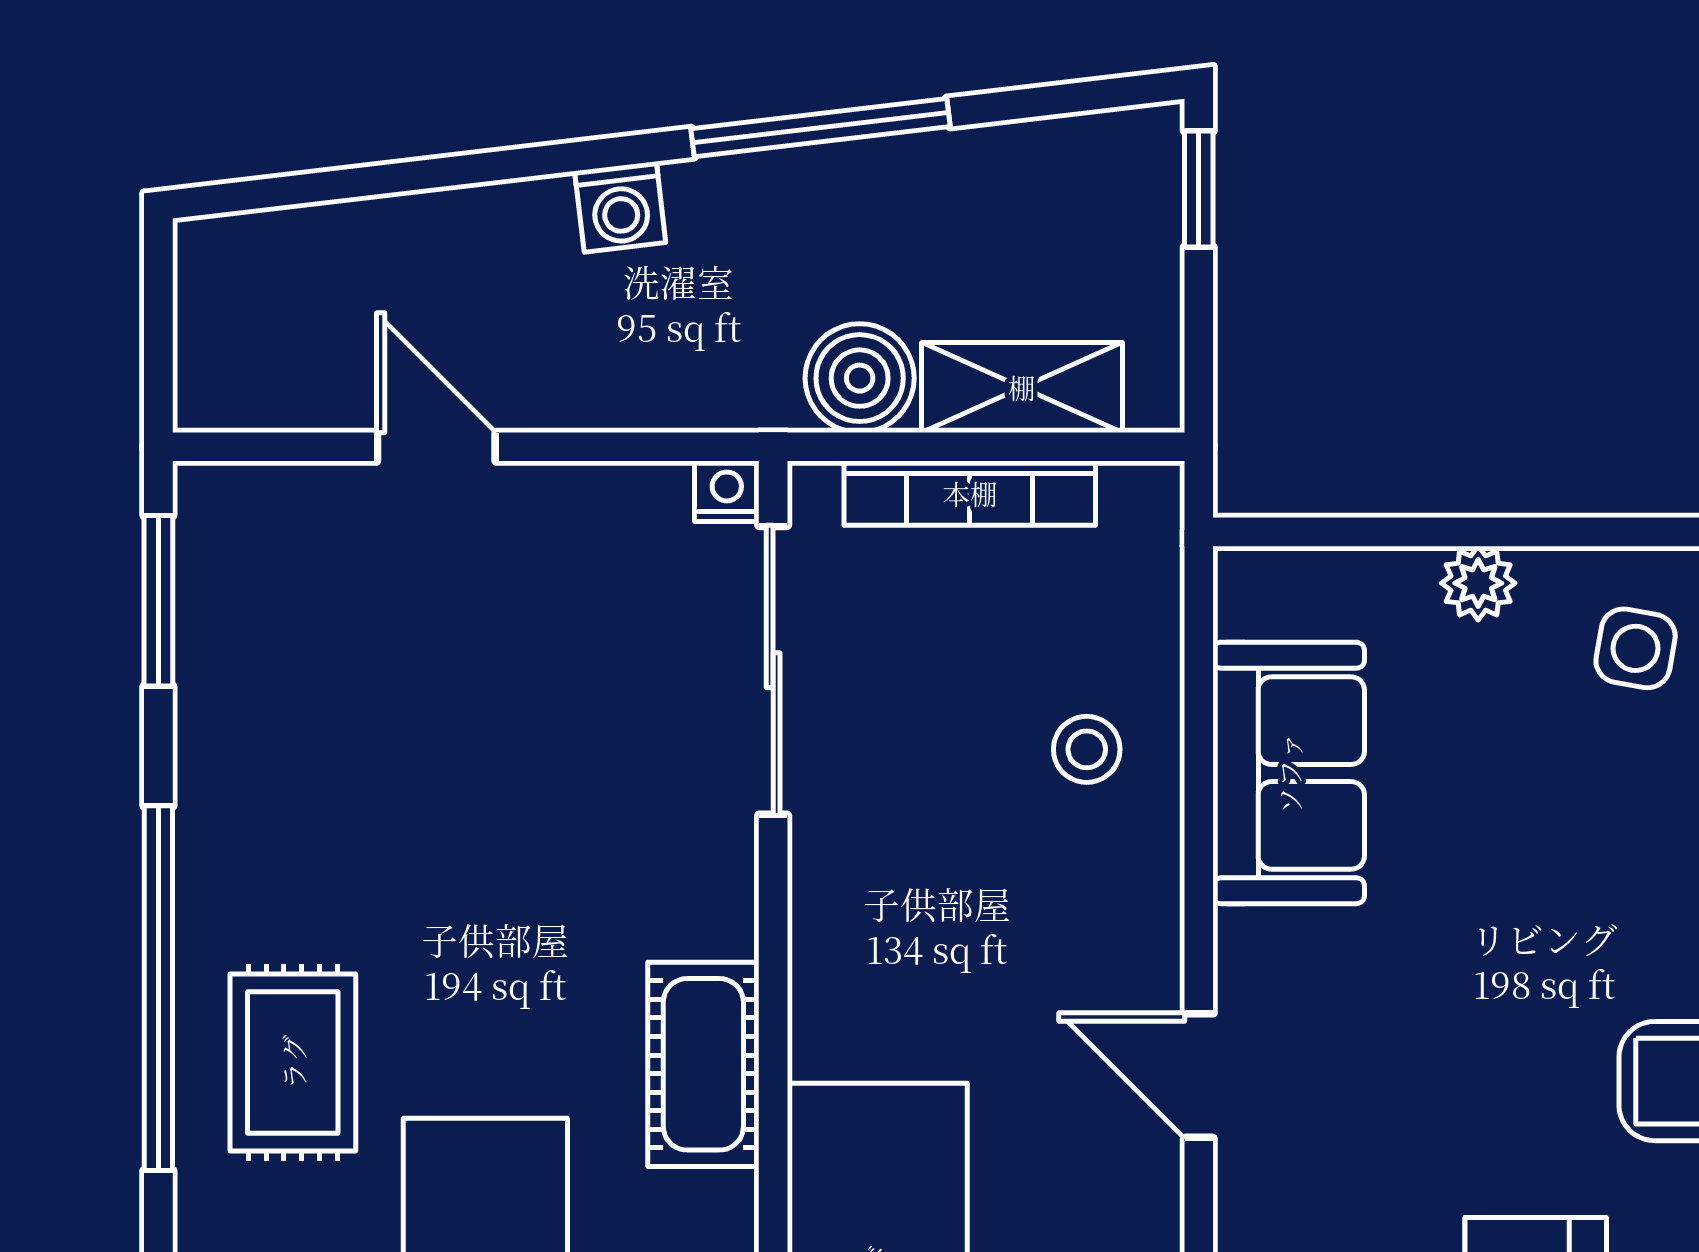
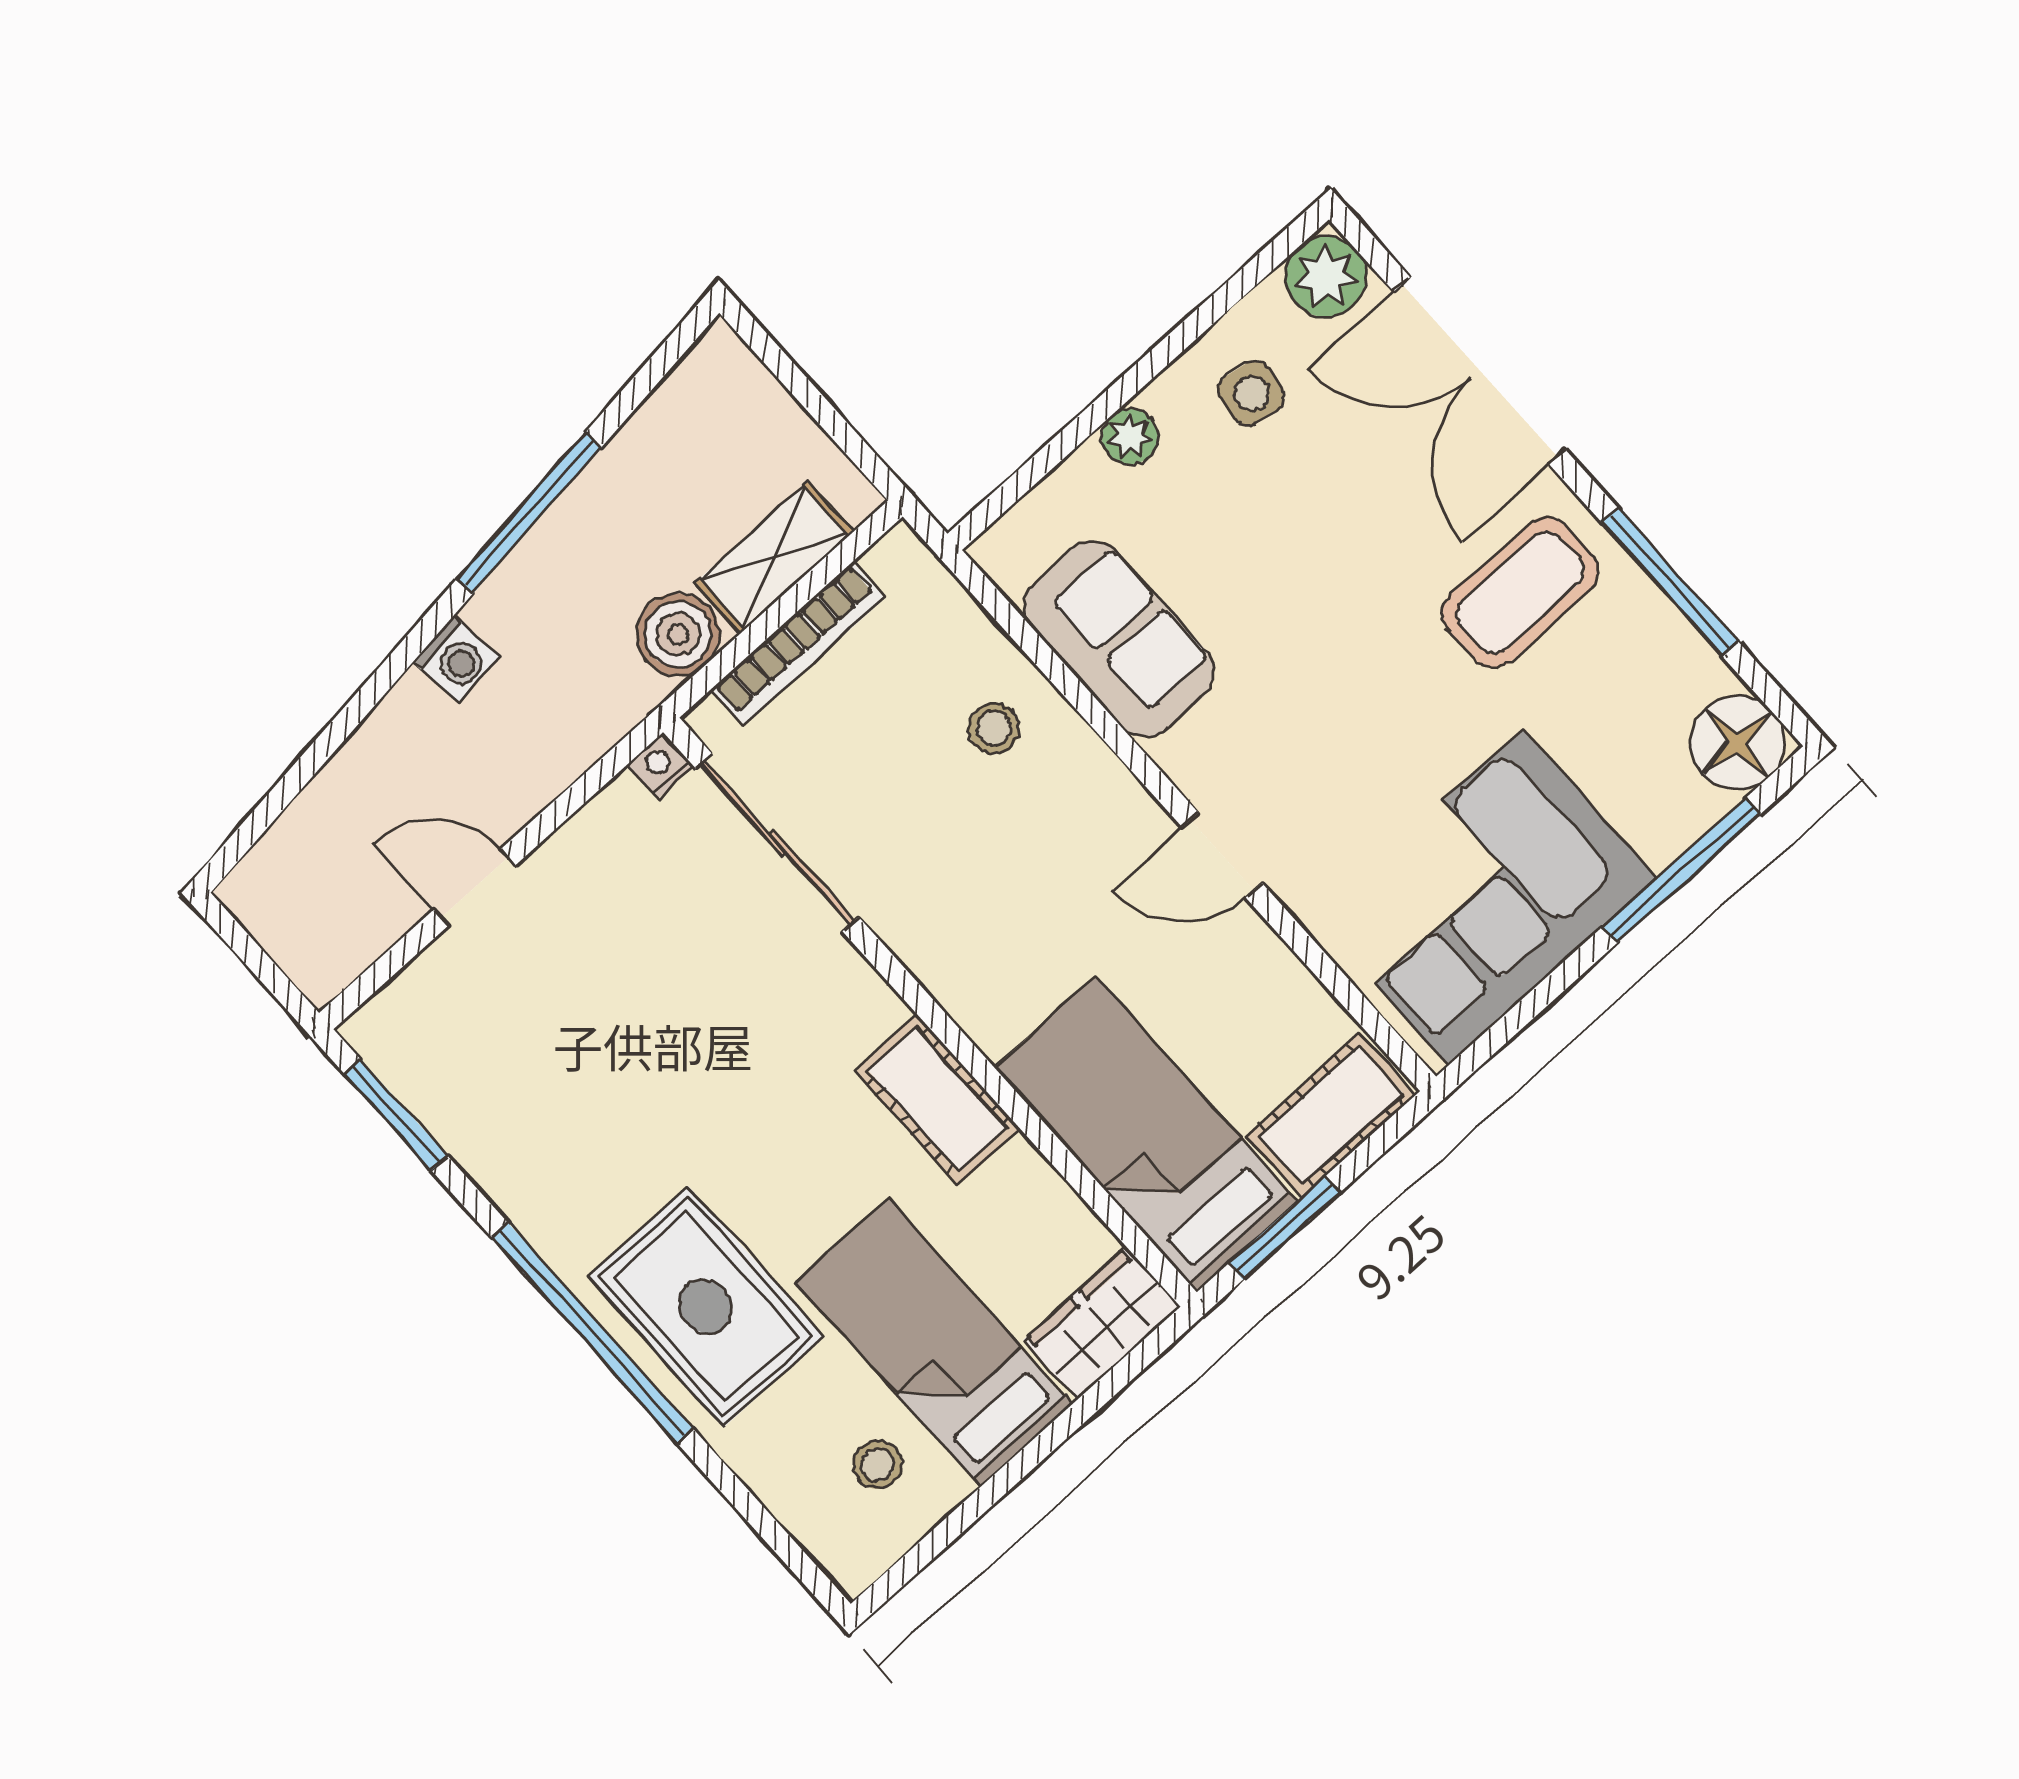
window: (1199, 189) -> (773, 356), removed
rug: (293, 1062) -> (706, 1307), width x1.36, depth x1.43

